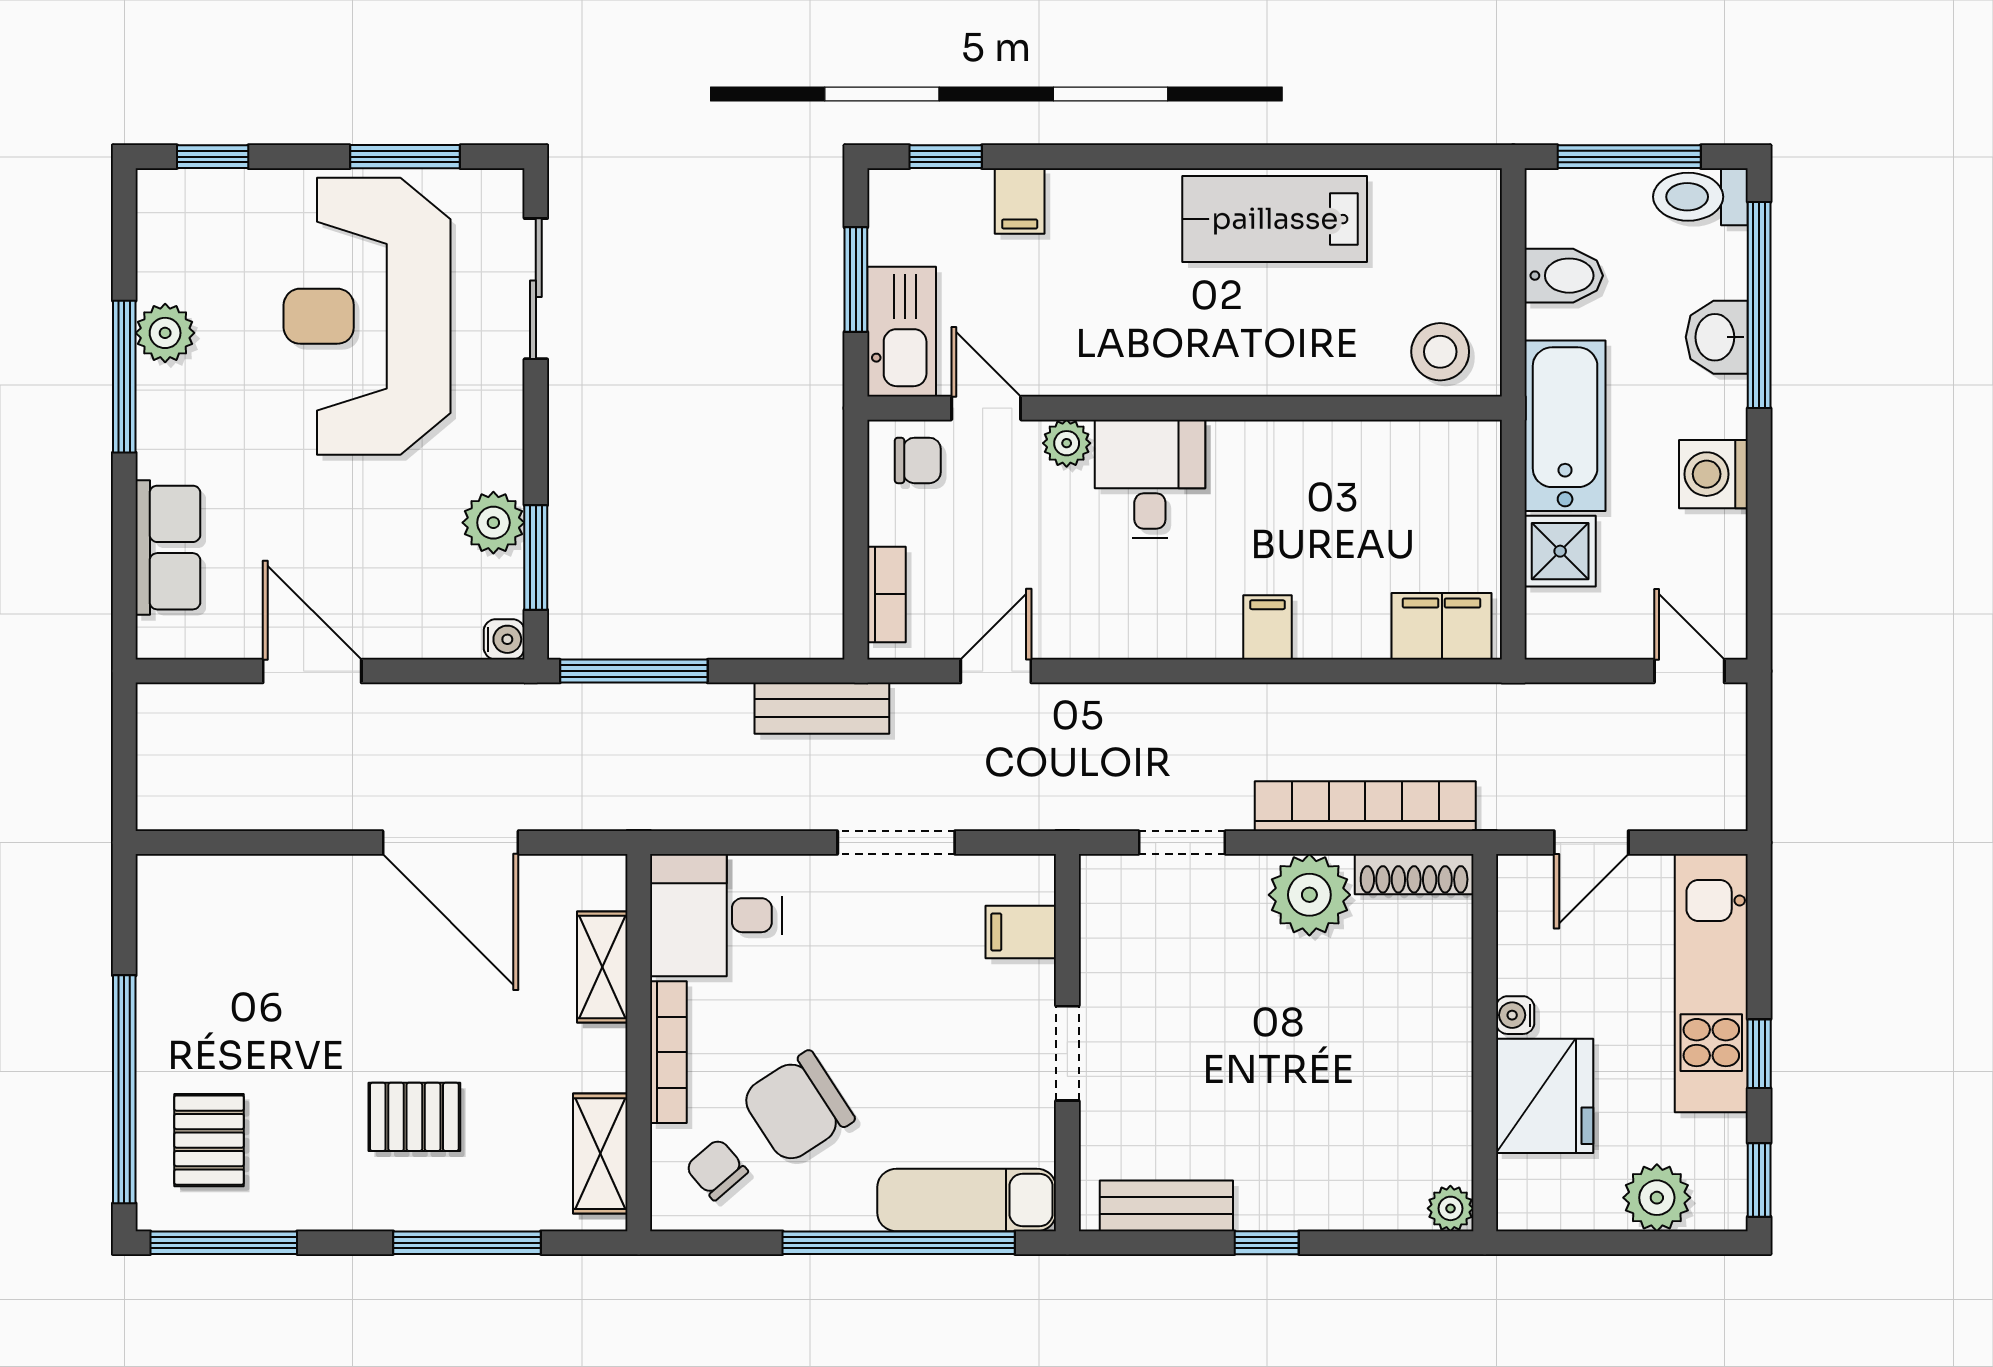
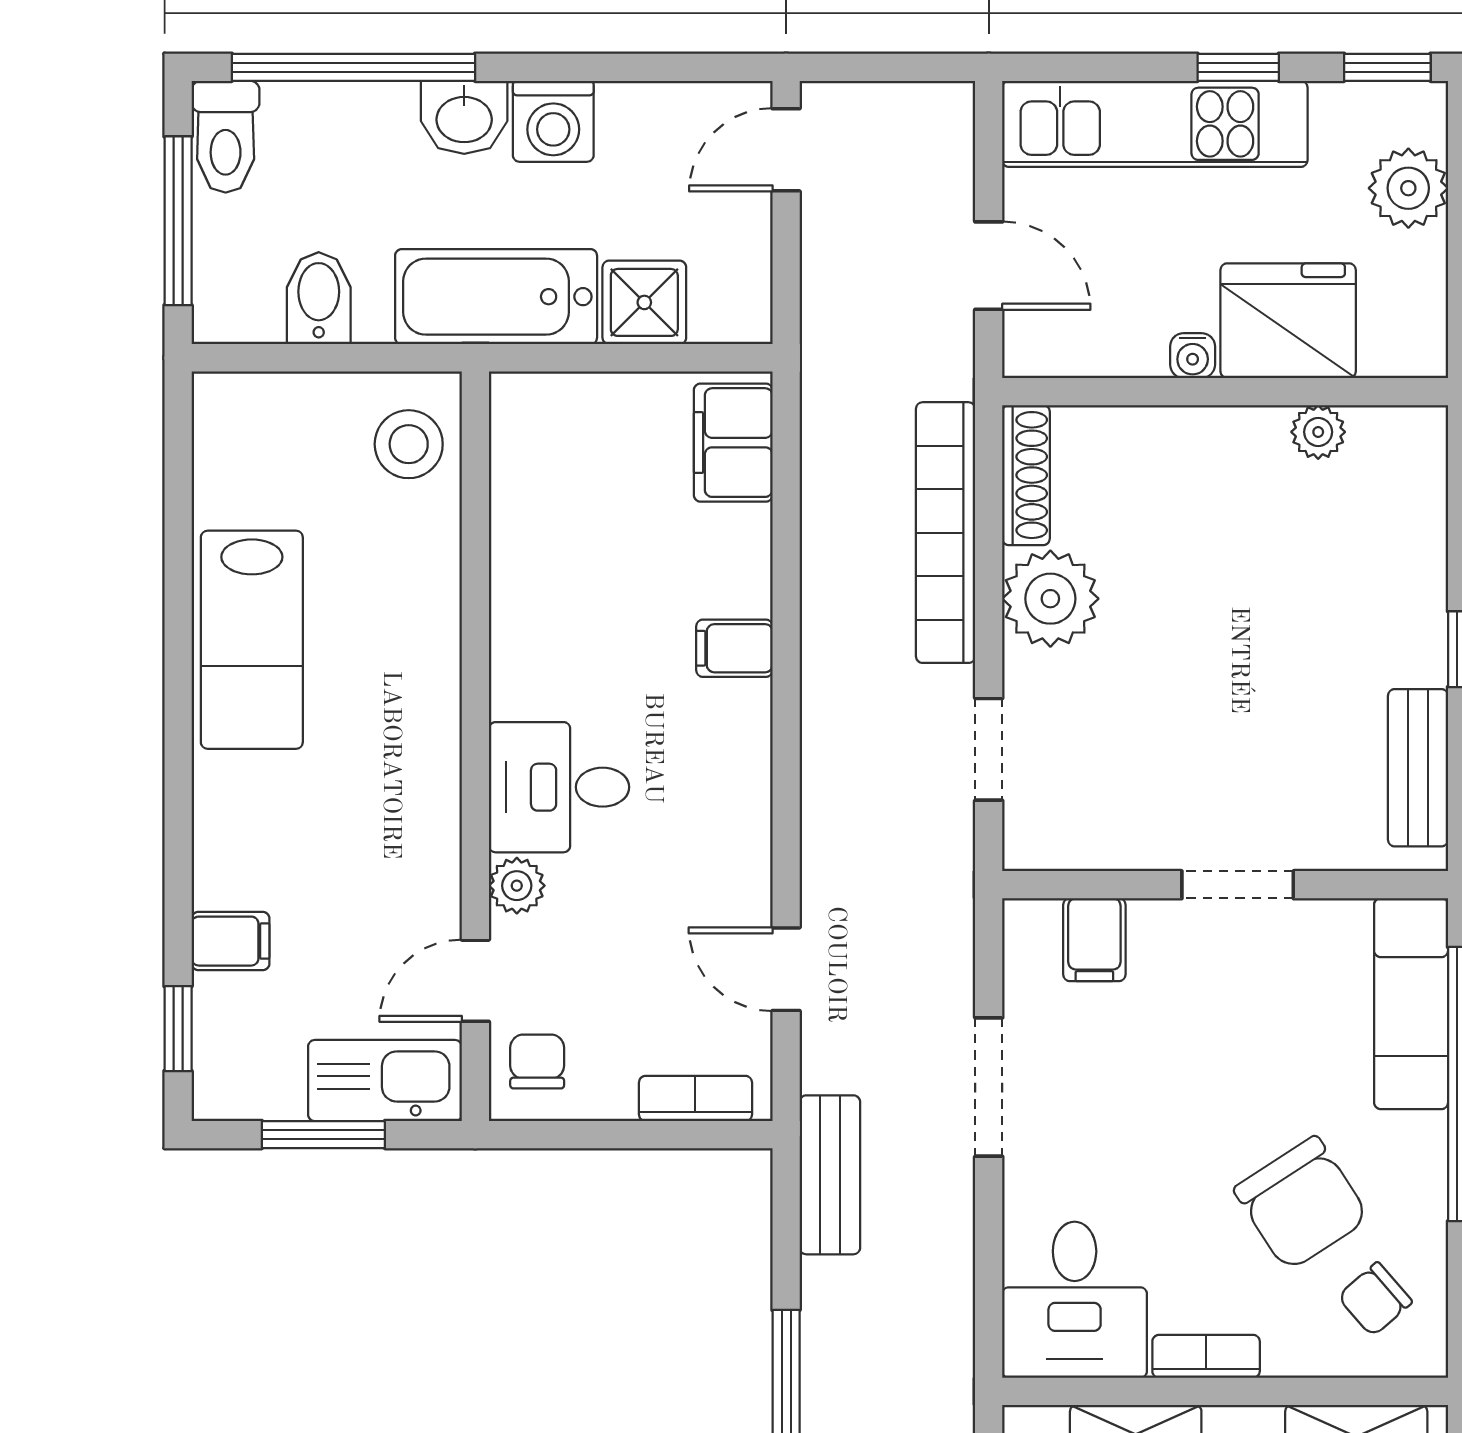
washbasin: (1717, 337) -> (464, 117), moved
bookcase: (668, 1052) -> (1206, 1356), width x0.64
plant: (1450, 1208) -> (1318, 432), moved

